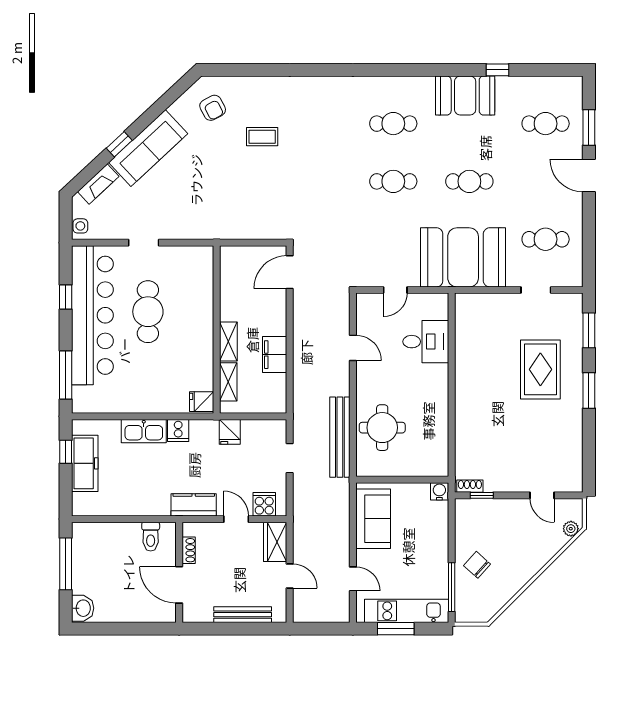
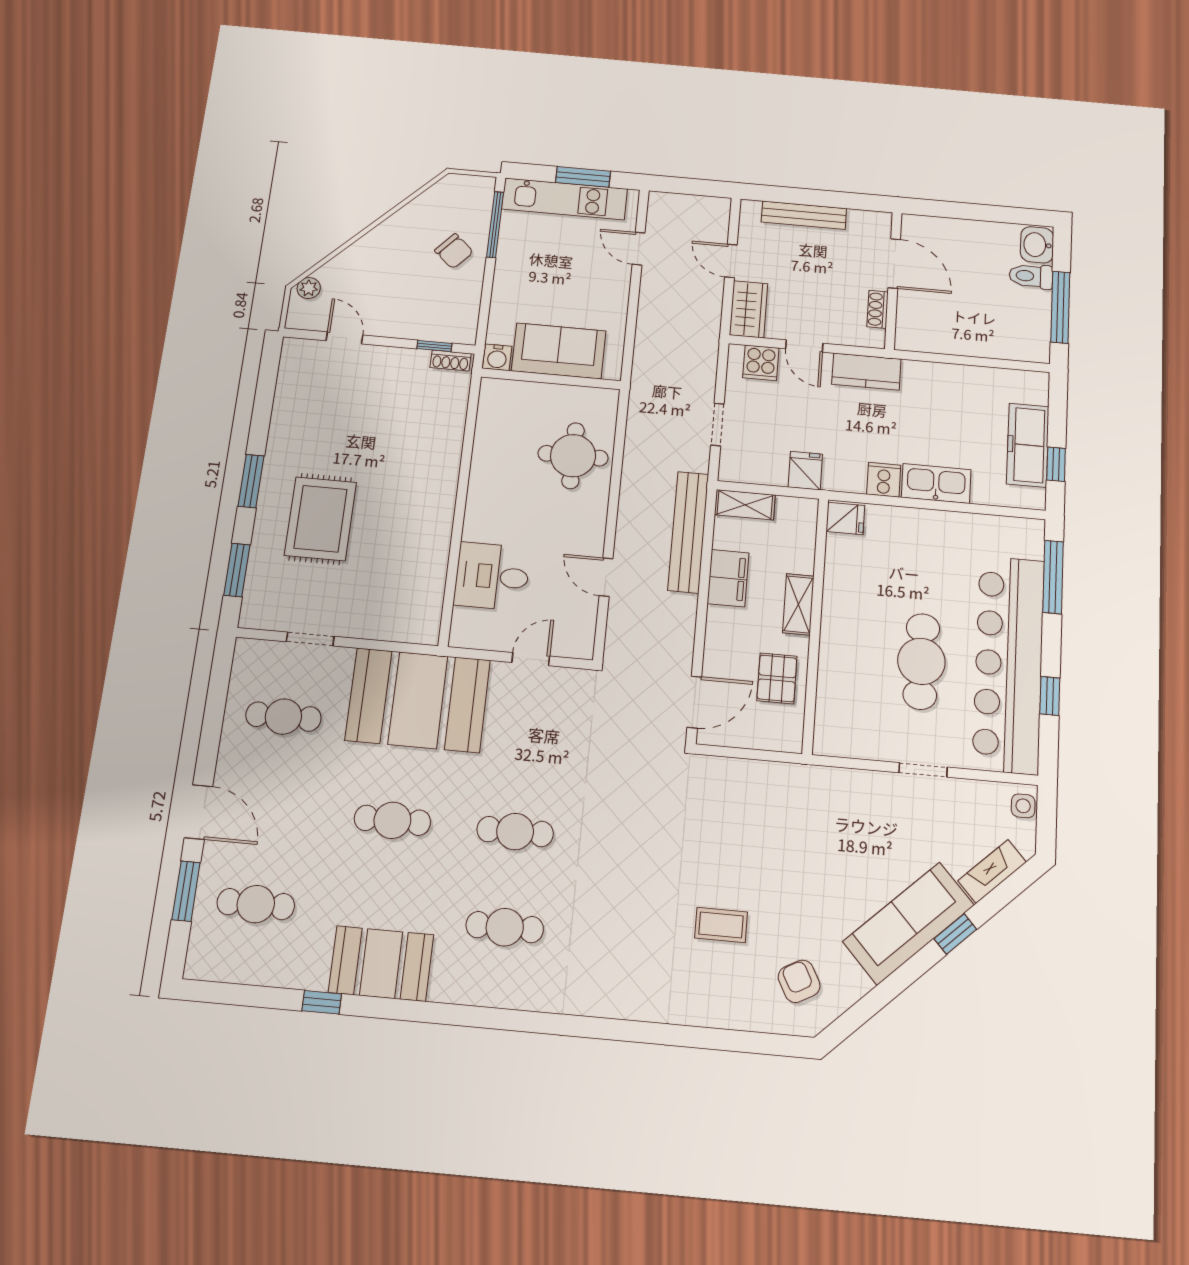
pallet: (239, 292) -> (777, 678), added
shelving: (228, 382) -> (745, 505), moved, turned 90
bench: (340, 437) -> (688, 532), moved
sofa: (373, 519) -> (559, 351), moved, turned 90
toilet: (151, 537) -> (1031, 276), moved, turned -90

